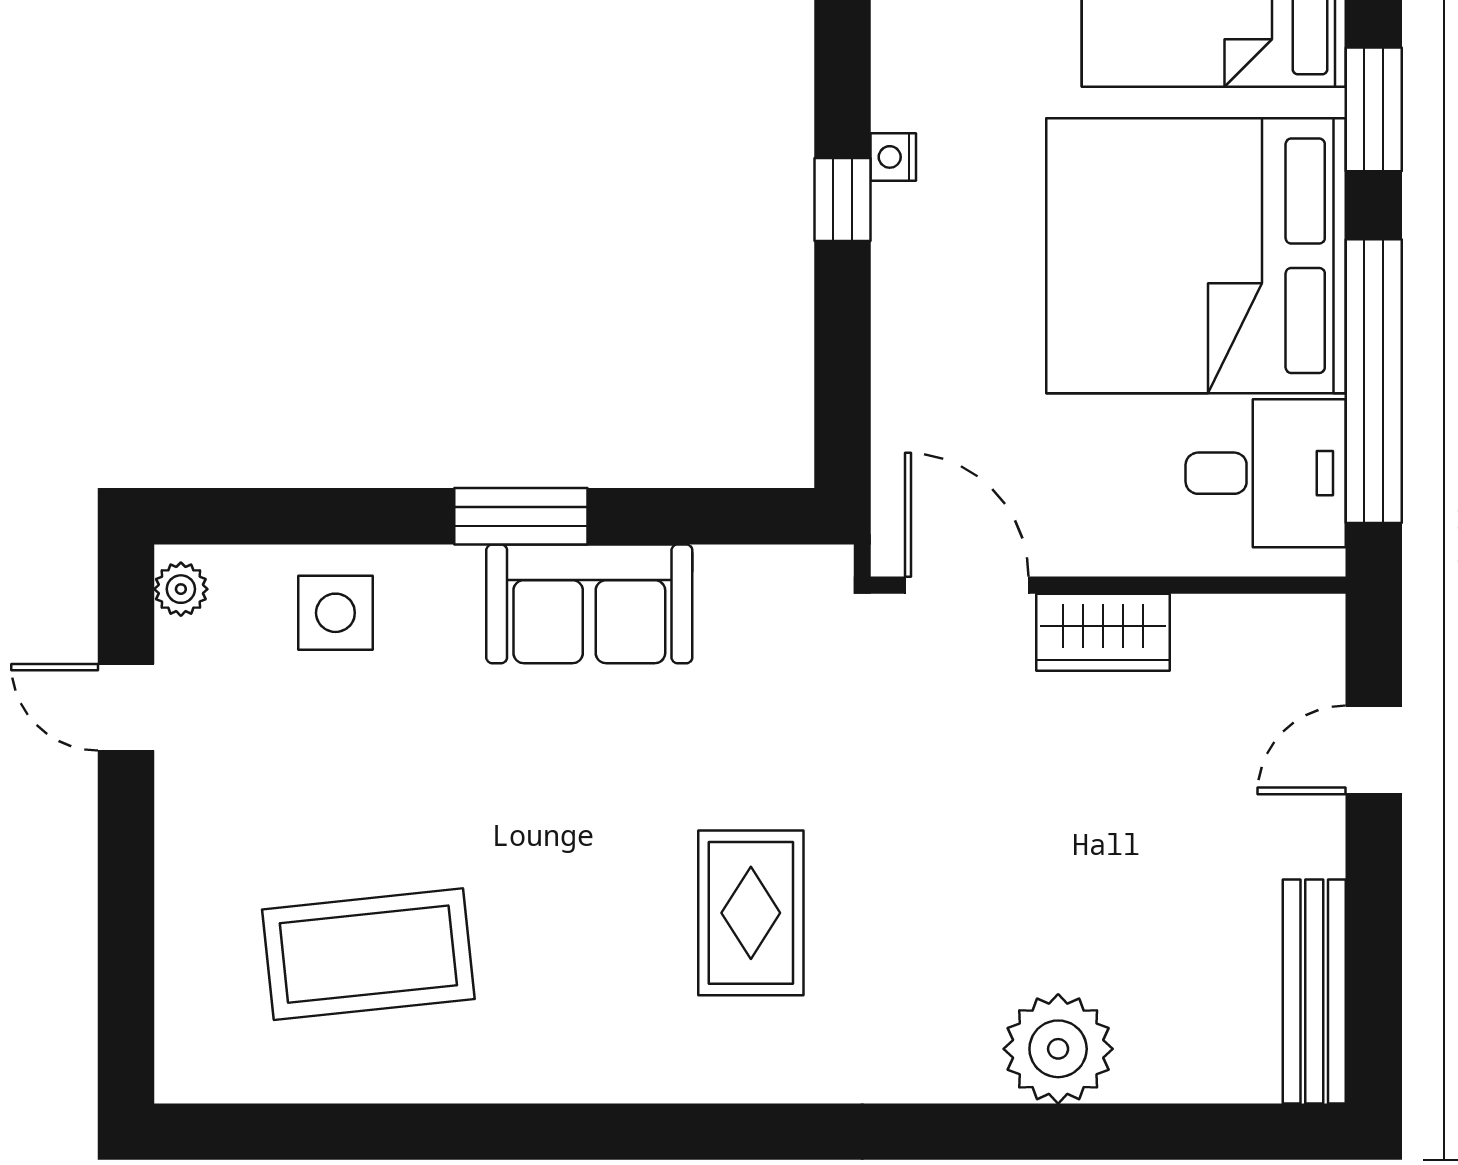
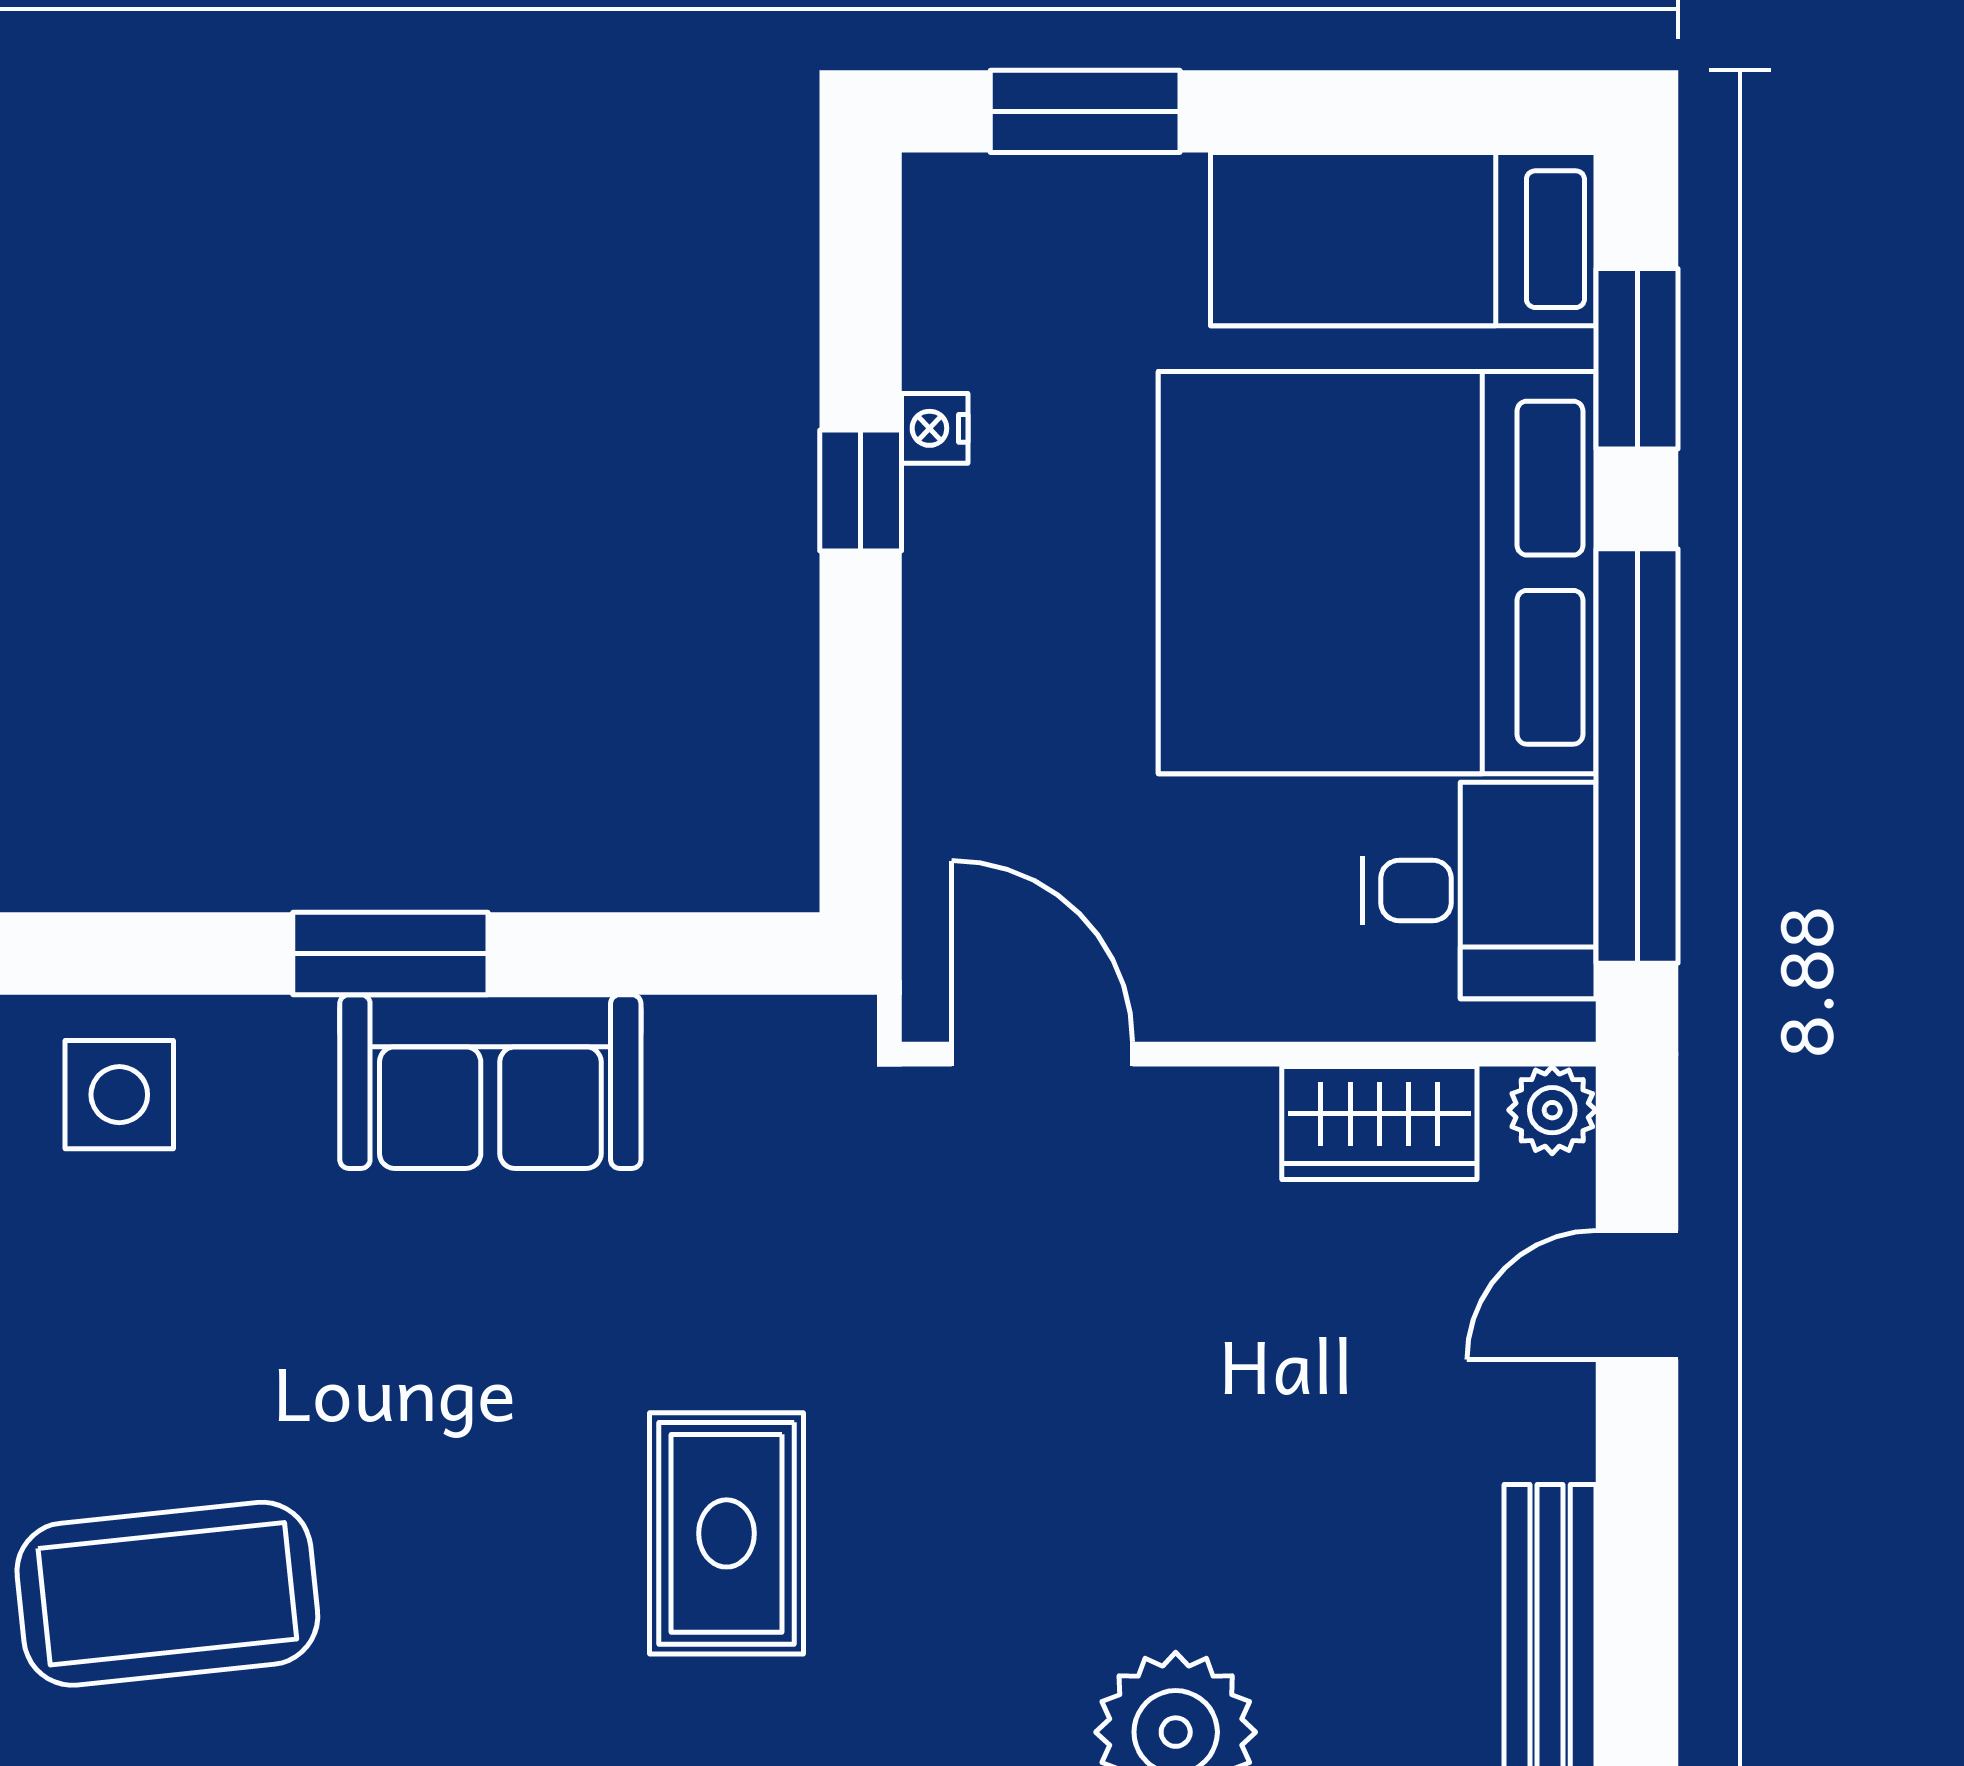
plant: (1316, 623) -> (1552, 1110), added
wardrobe: (1103, 632) -> (1379, 1123), moved

